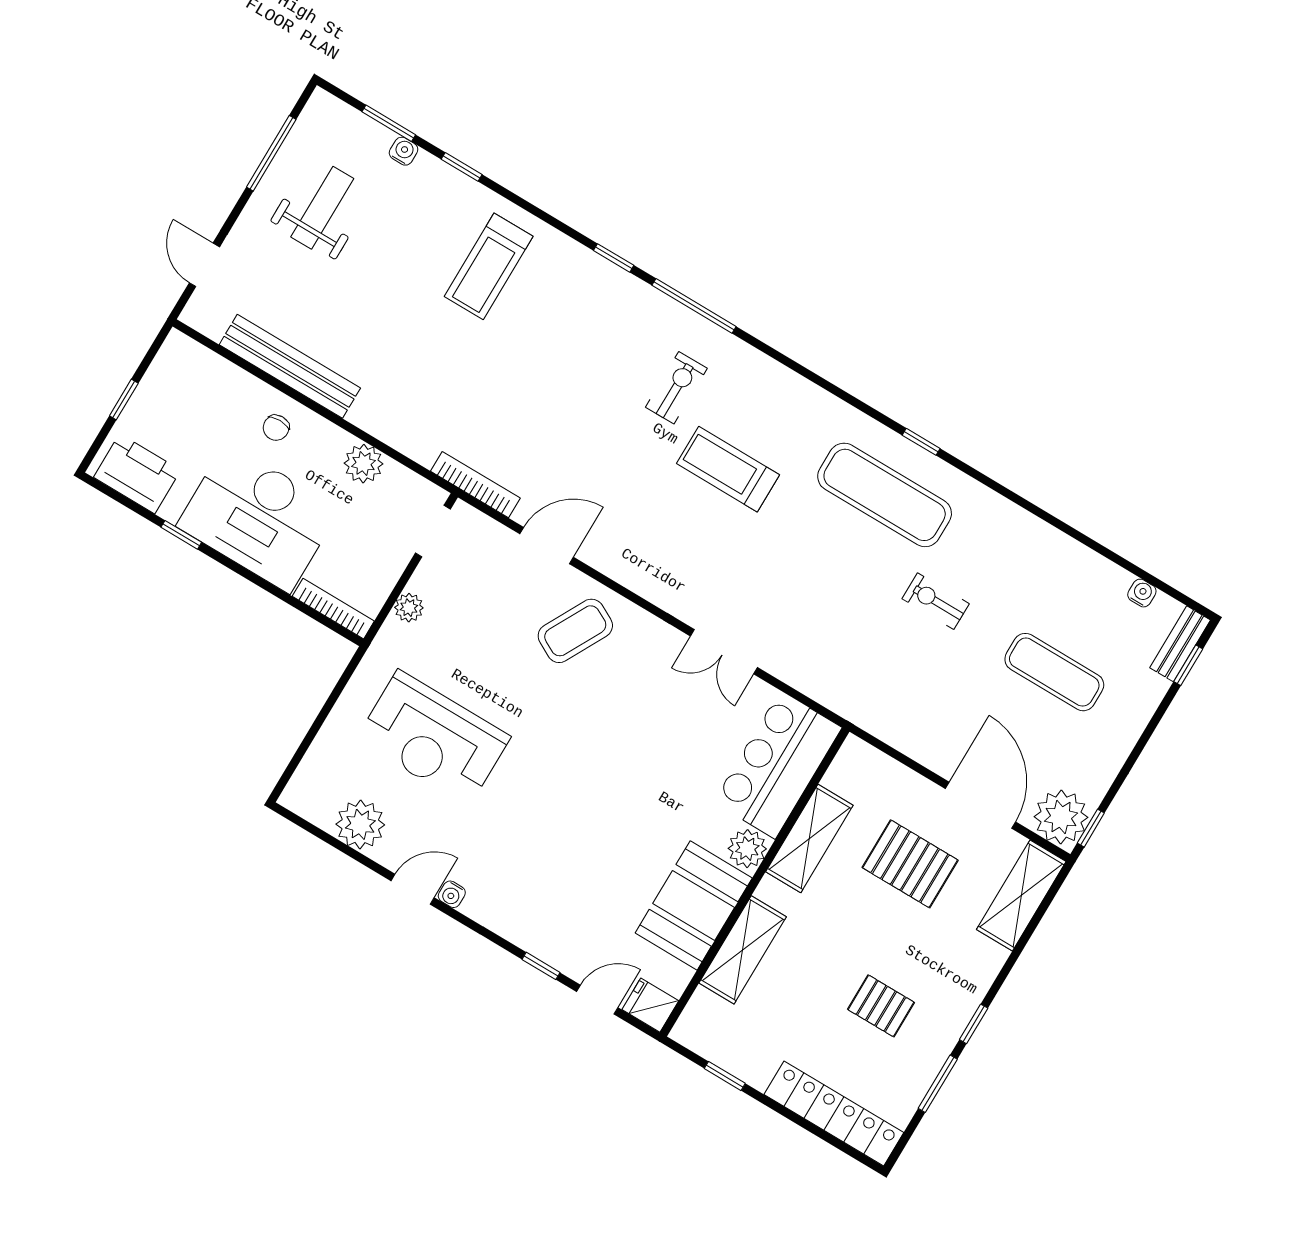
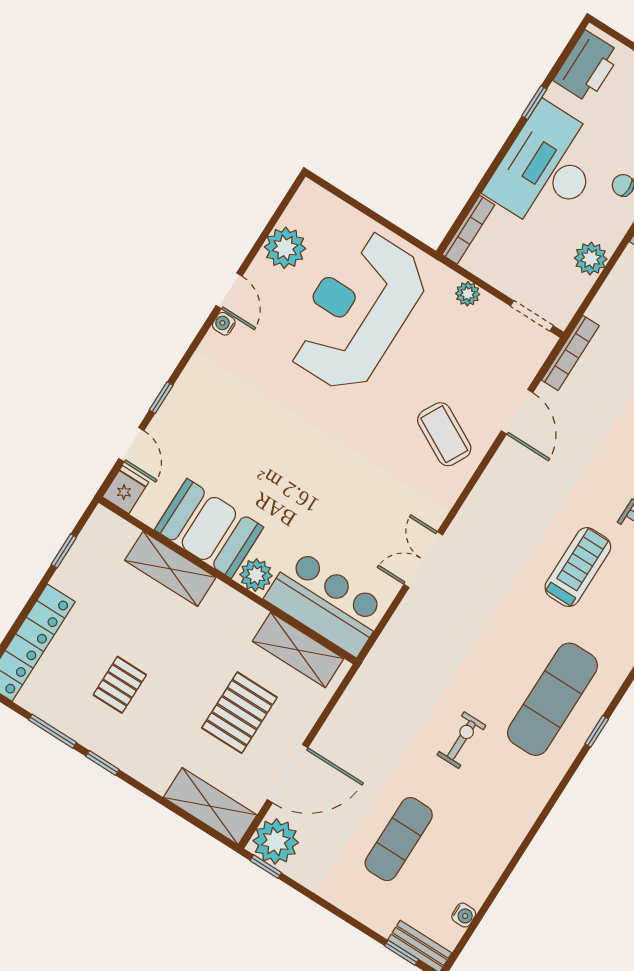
reception desk: (433, 738) -> (357, 312), width x1.36, depth x1.30
shelving: (809, 838) -> (298, 650), moved

